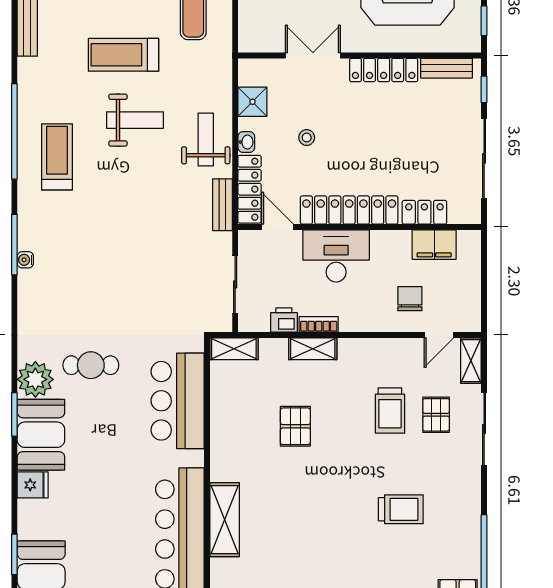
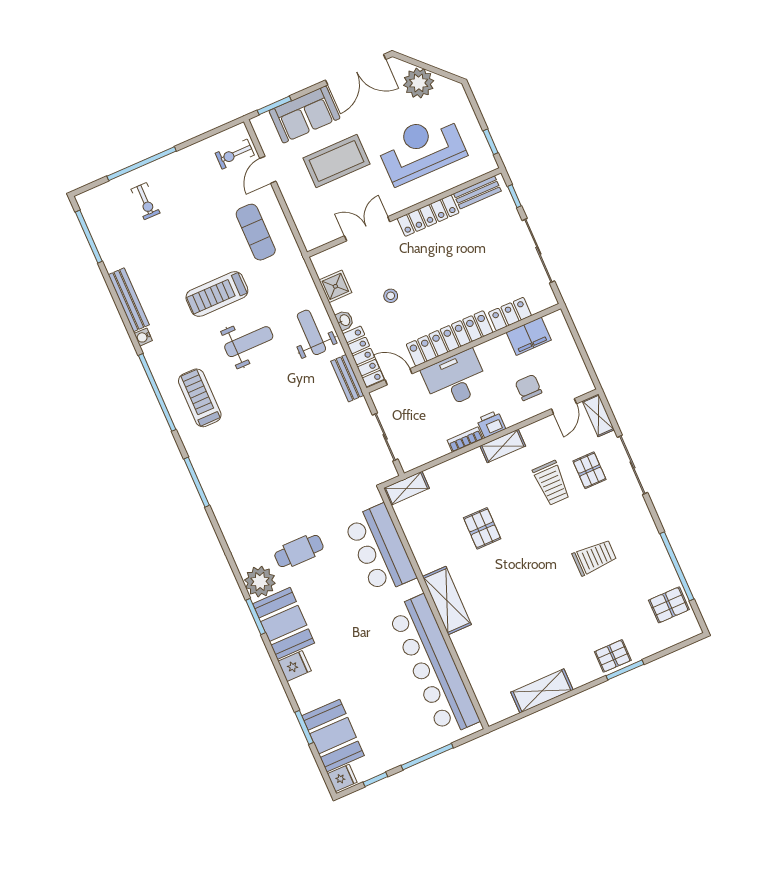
water cooler: (25, 260) -> (143, 337), moved
printer: (284, 320) -> (491, 424), moved
shelving: (313, 349) -> (503, 446), moved
shelving: (225, 520) -> (447, 601), moved

